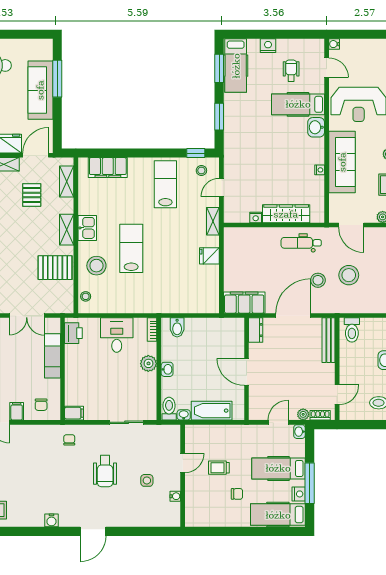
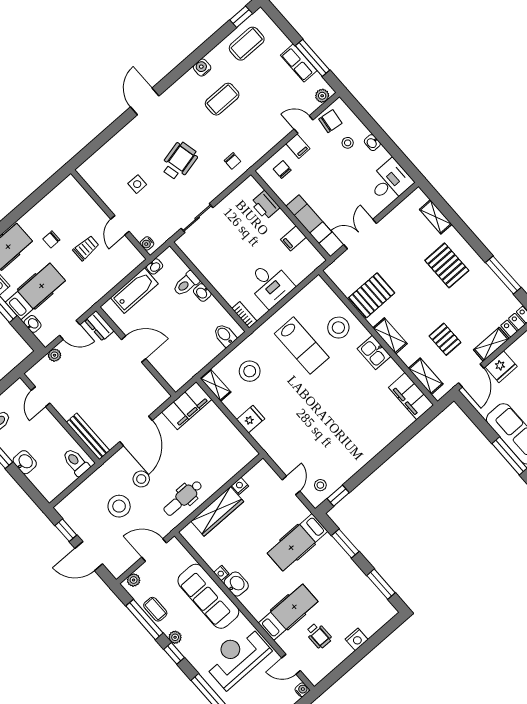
hospital bed: (236, 66) -> (298, 542), moved, turned -90
washbasin: (316, 127) -> (236, 584), moved
filing cabinet: (108, 167) -> (411, 396), moved, turned -90
lab bench: (165, 184) -> (340, 447), removed
shelving: (213, 221) -> (215, 385), moved
dental chair: (301, 243) -> (183, 498), turned 180
lab bench: (131, 248) -> (302, 346), moved
stool: (86, 296) -> (250, 371), moved, width x1.89, depth x1.89
dresser: (256, 330) -> (99, 326), moved
printer: (73, 333) -> (265, 205), moved
plant: (148, 363) -> (222, 284), removed
toilet: (169, 409) -> (186, 284), moved, turned 90
filing cabinet: (74, 413) -> (293, 238), moved
shoe rack: (320, 415) -> (40, 367), removed
door: (278, 422) -> (70, 330), hinge flipped
washbasin: (299, 432) -> (33, 324), moved
wheelchair: (105, 471) -> (179, 161), turned 77
coffee table: (40, 487) -> (222, 99), added
water cooler: (175, 496) -> (147, 243), moved
water cooler: (51, 520) -> (202, 68), moved

